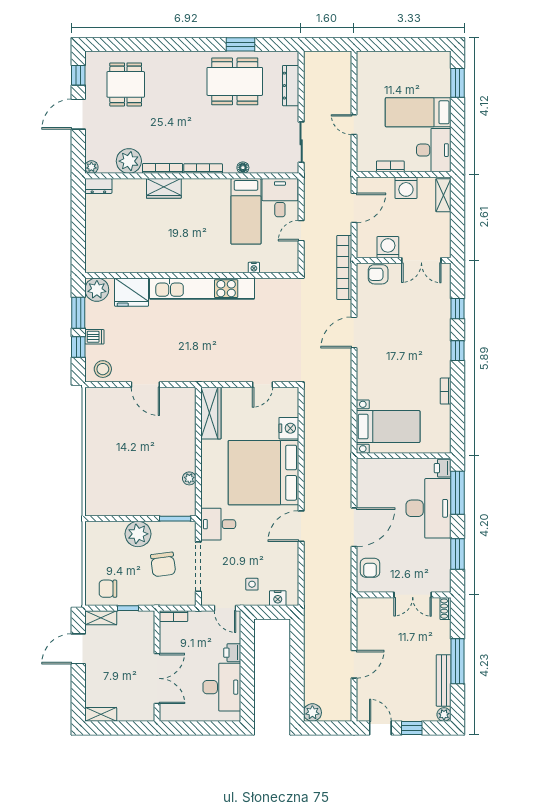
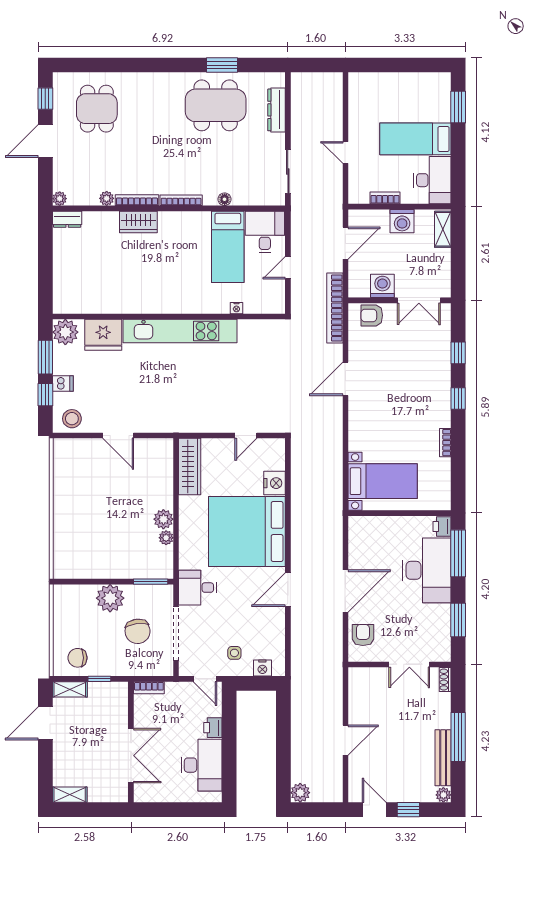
plant: (129, 161) -> (107, 198), width x0.53, depth x0.53
plant: (187, 461) -> (163, 519), added
armchair: (370, 568) -> (363, 635), turned 180

